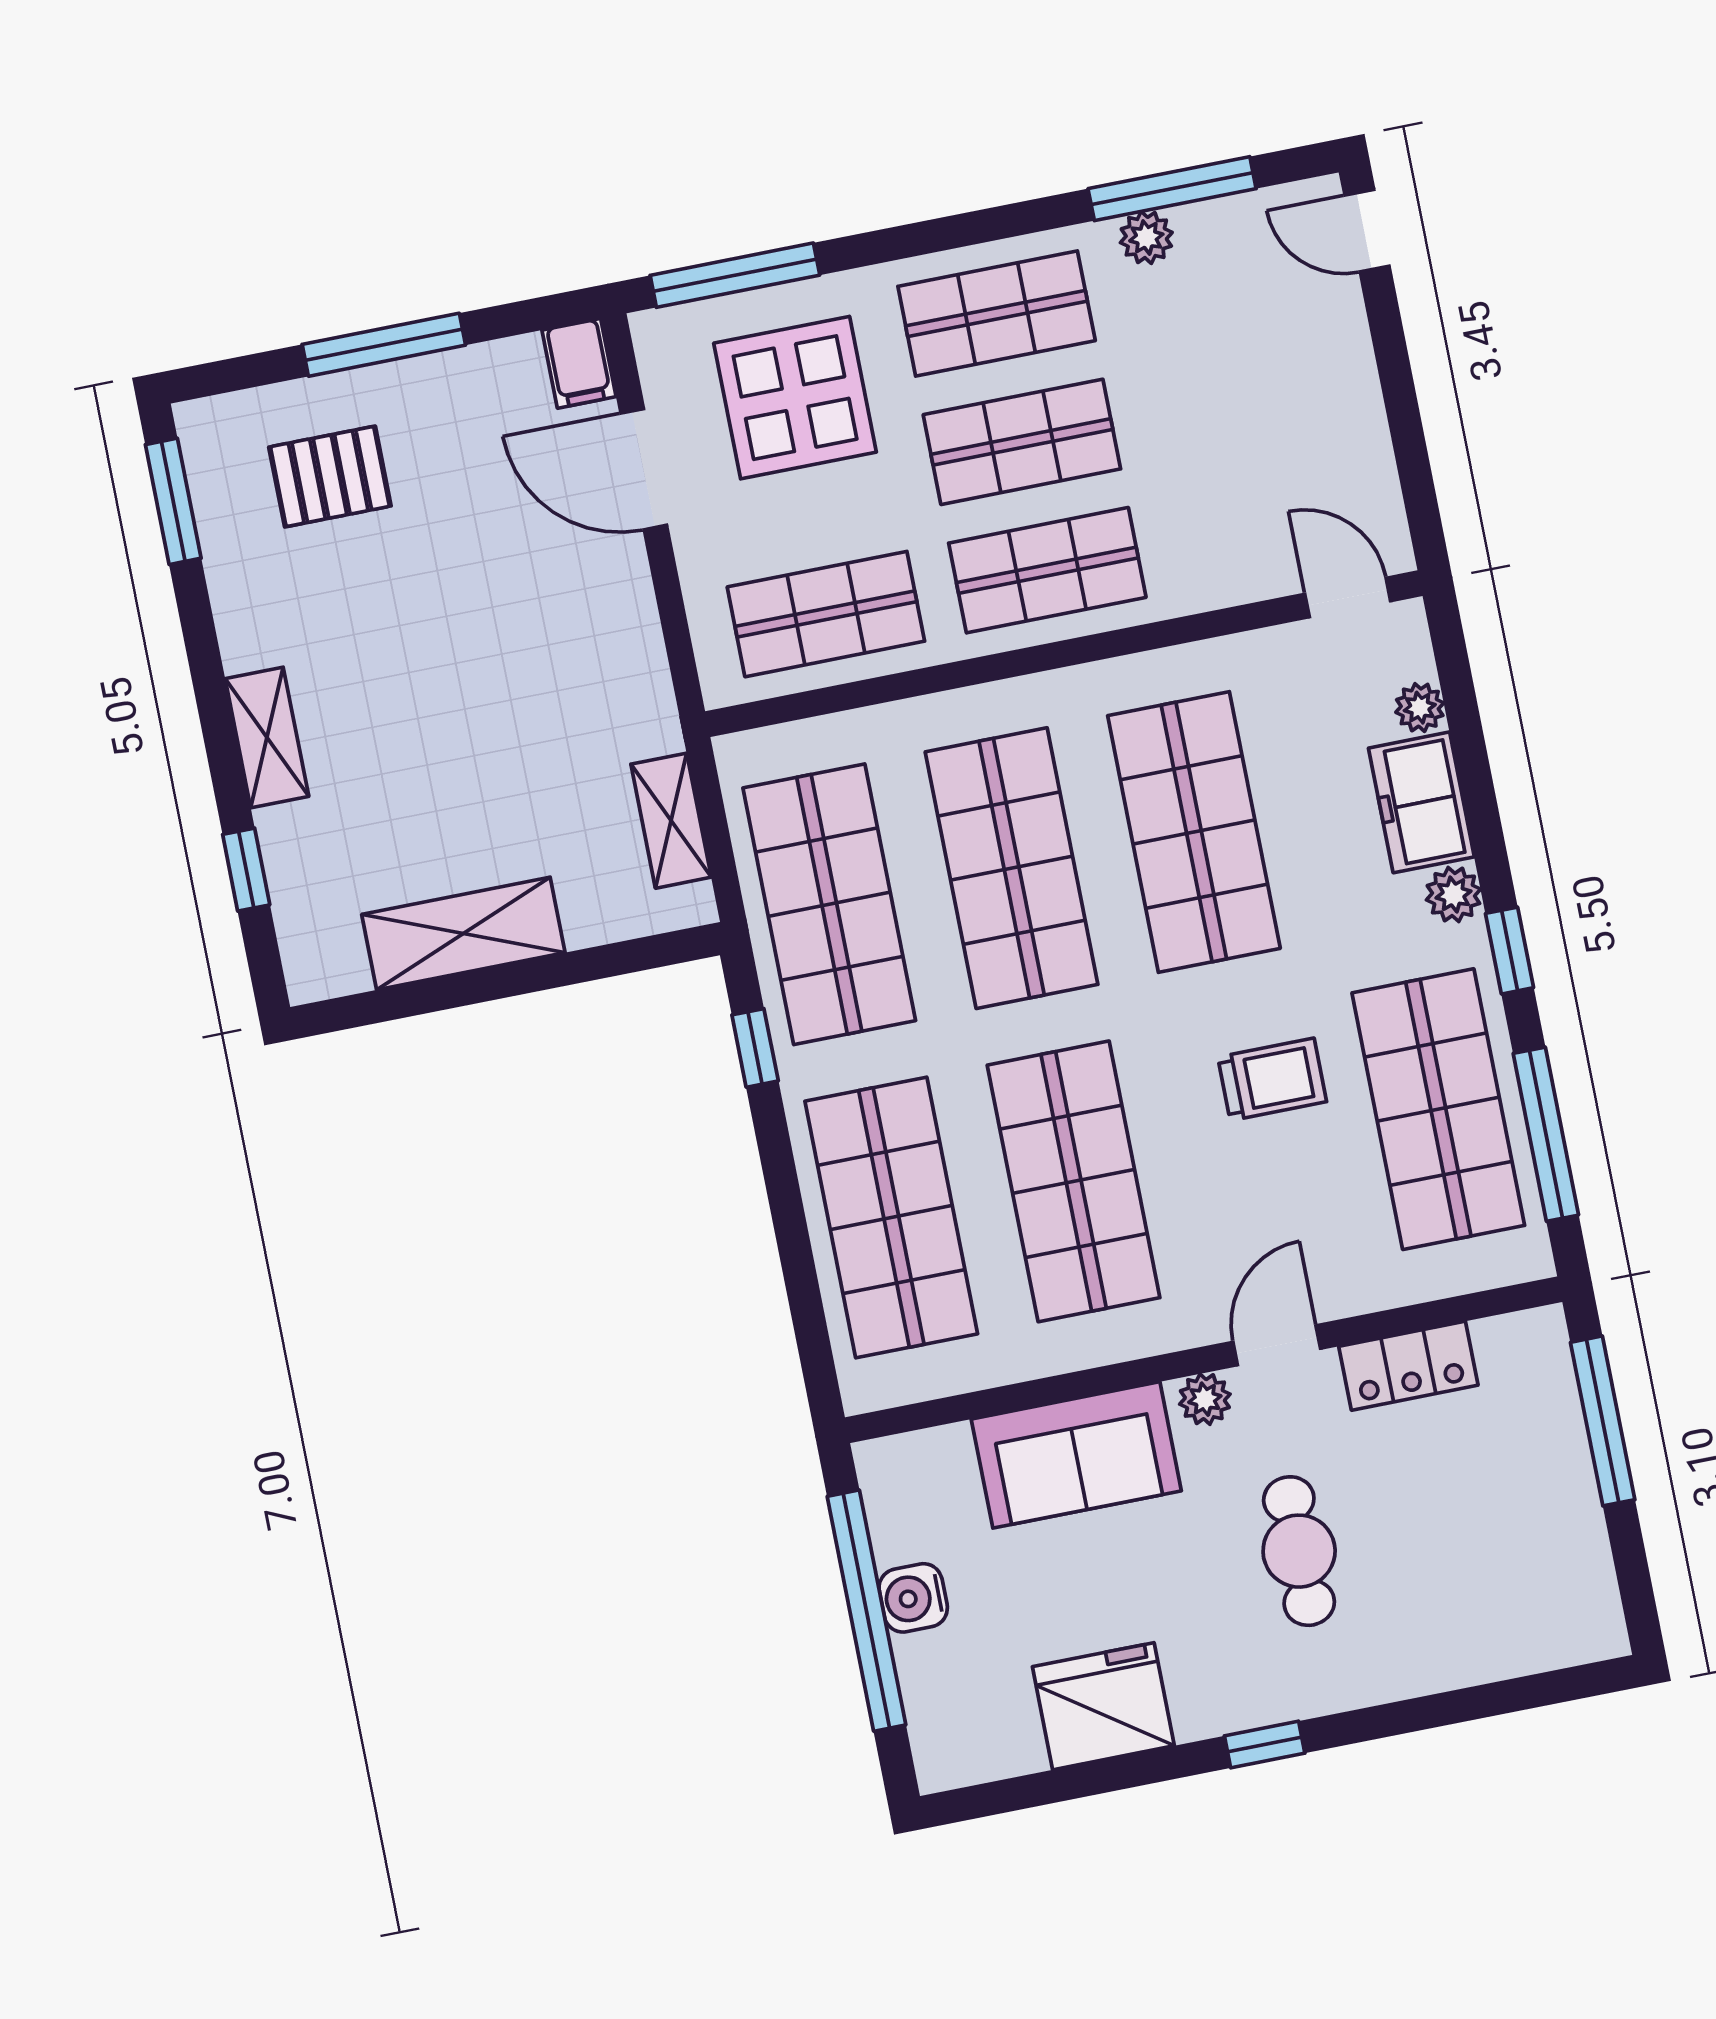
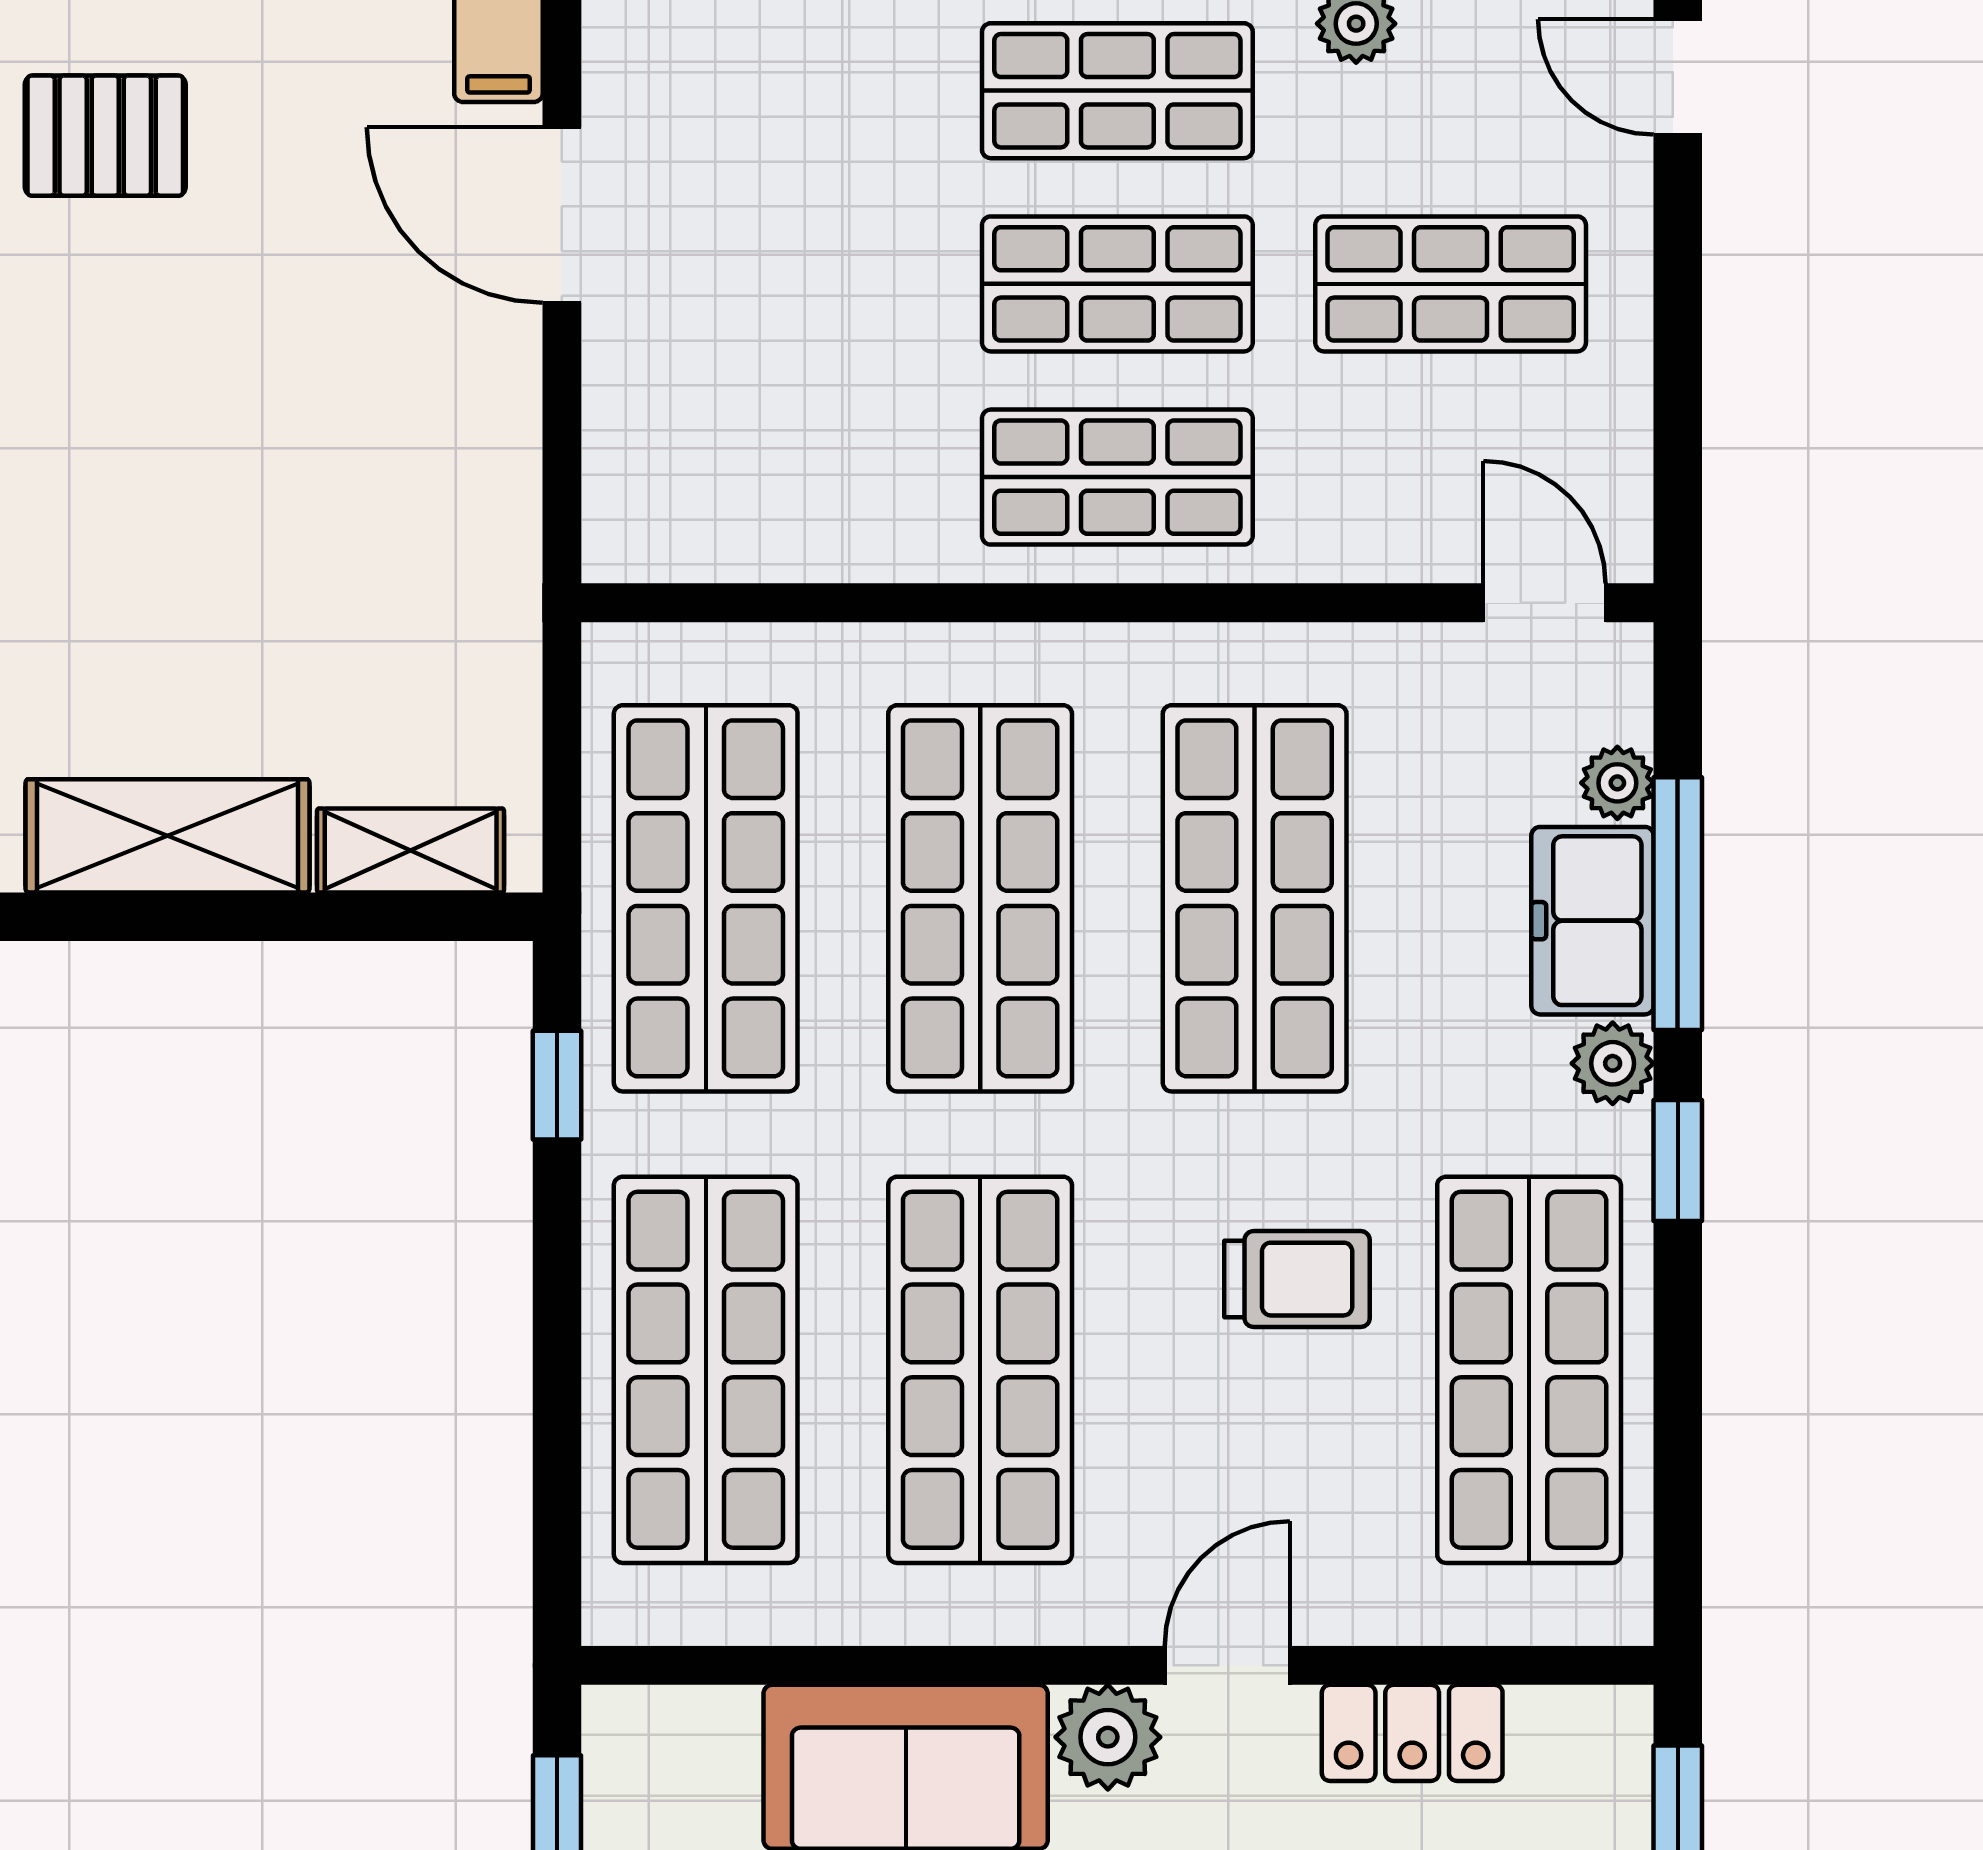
display table: (795, 398) -> (802, 155), removed
shop shelf: (826, 614) -> (1451, 284), moved
shelving: (671, 821) -> (411, 850), moved, turned 90
window: (1546, 1134) -> (1678, 904), moved
plant: (1205, 1399) -> (1108, 1737), width x1.38, depth x1.38

